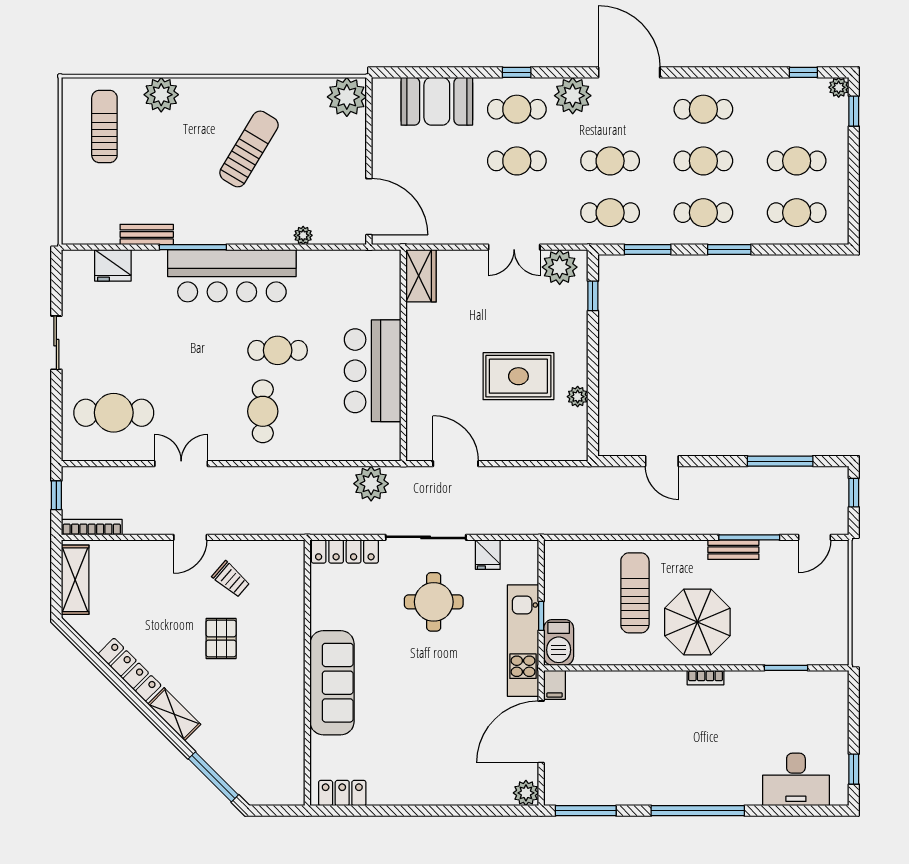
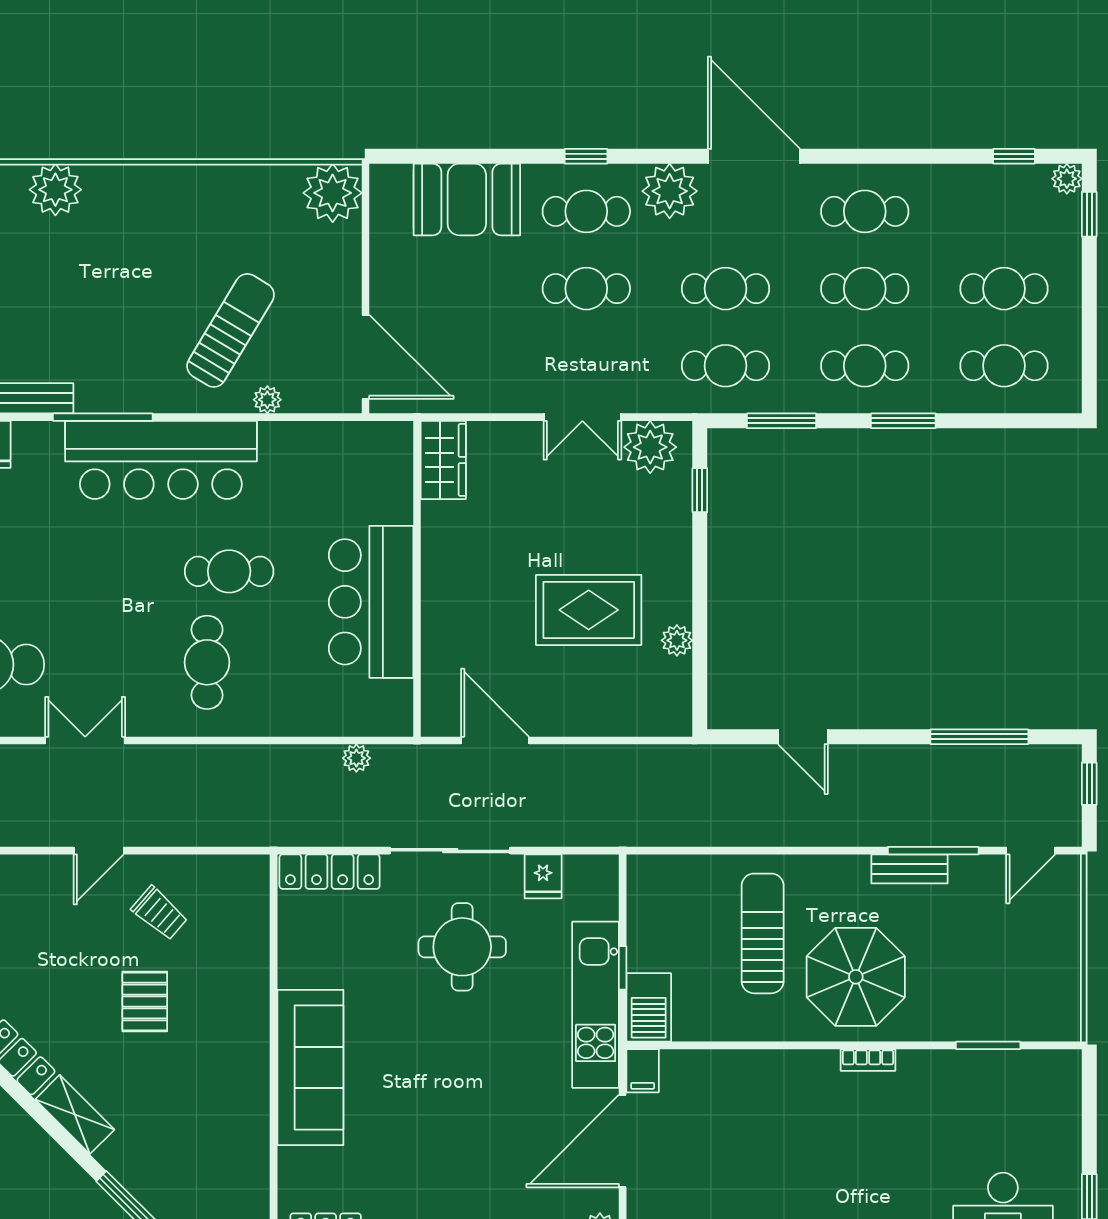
sun lounger: (249, 149) -> (231, 330), moved
plant: (371, 484) -> (356, 758), width x0.53, depth x0.53

